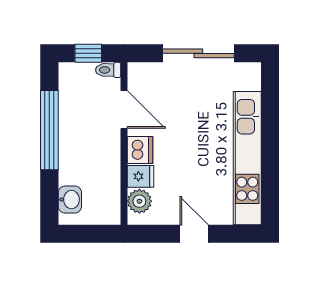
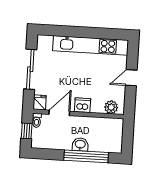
window: (49, 130) -> (86, 156), moved
fridge: (141, 176) -> (40, 102), moved
washbasin: (70, 200) -> (80, 144), moved

